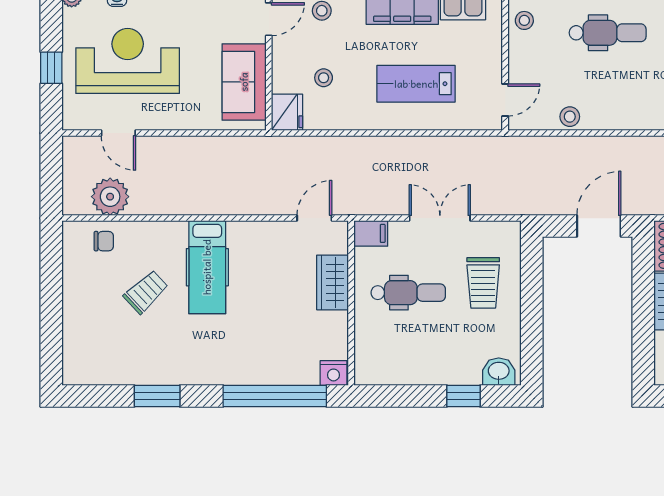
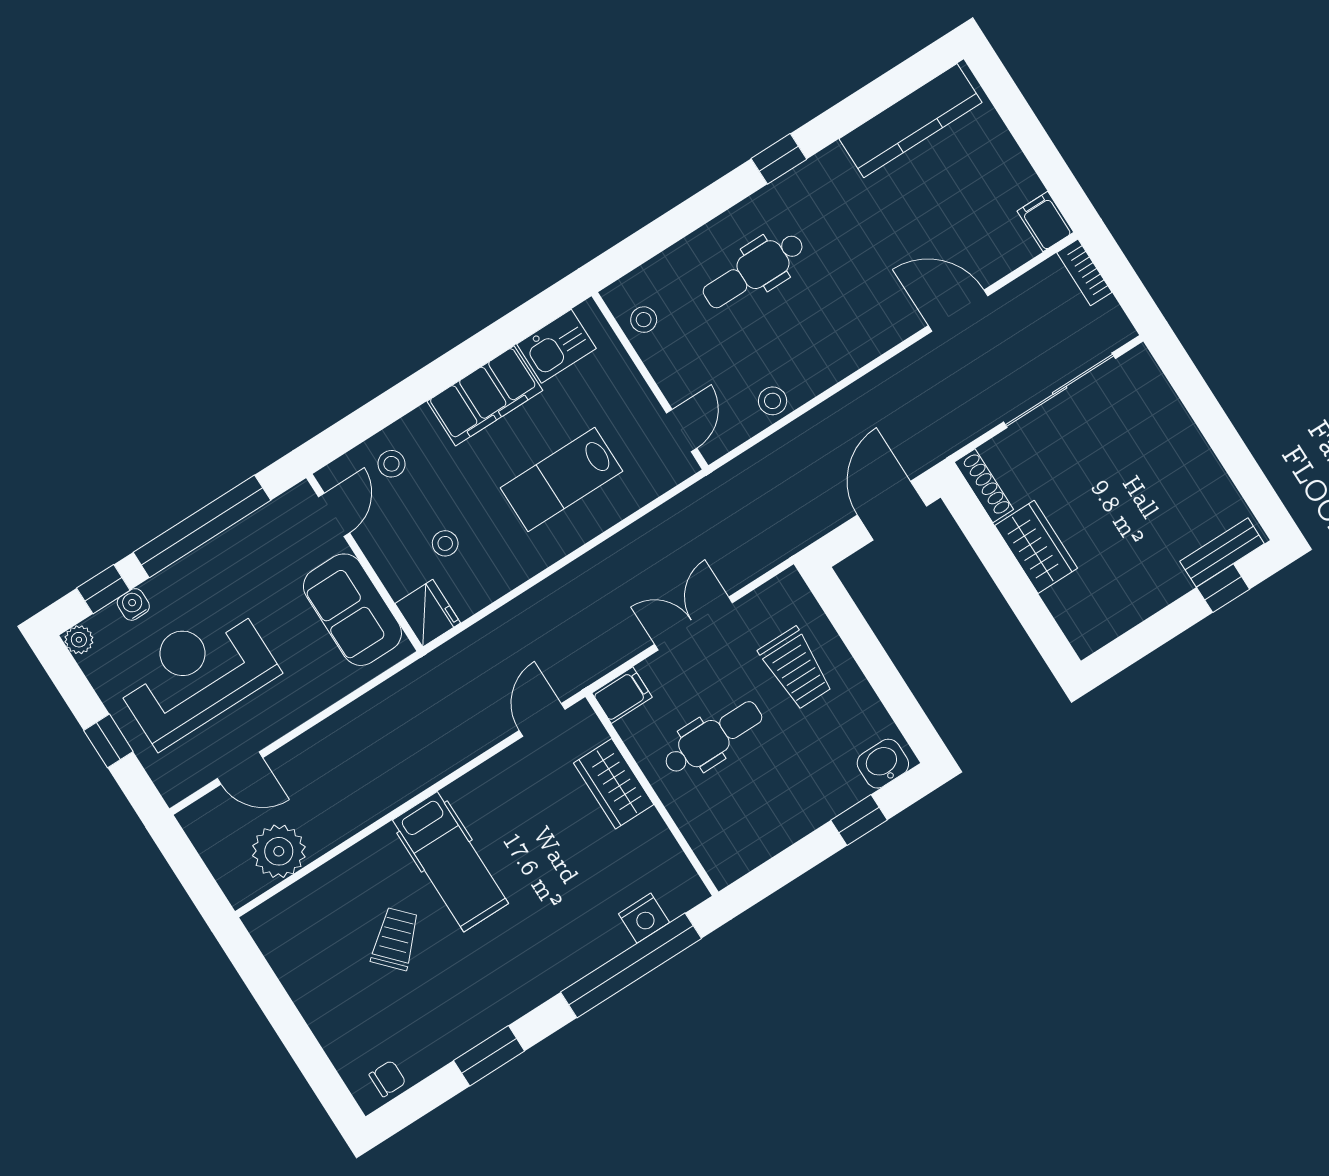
dental chair: (608, 33) -> (754, 270), turned 180
chair: (104, 241) -> (388, 1079), moved
nightstand: (333, 373) -> (644, 918), moved

